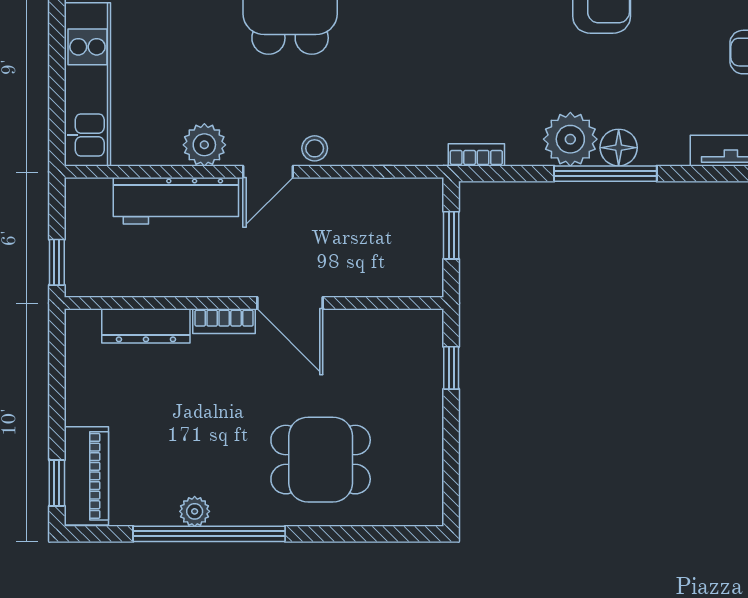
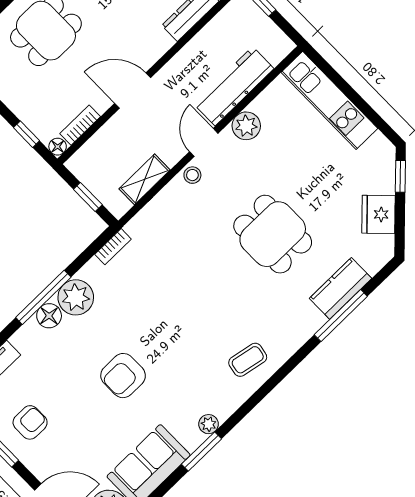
shelving: (371, 194) -> (145, 179), added
bookcase: (224, 321) -> (80, 125), moved
floor lamp: (431, 322) -> (58, 147), added

